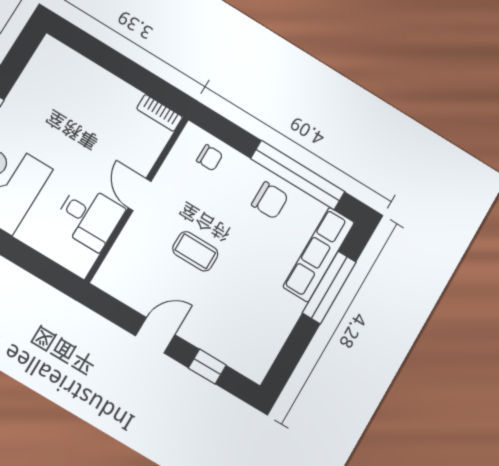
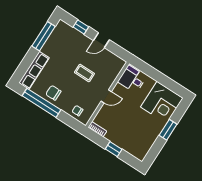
window: (118, 65) -> (114, 149), added
door: (140, 195) -> (106, 96), hinge flipped
desk: (89, 217) -> (132, 79), moved
window: (329, 287) -> (43, 36), moved

